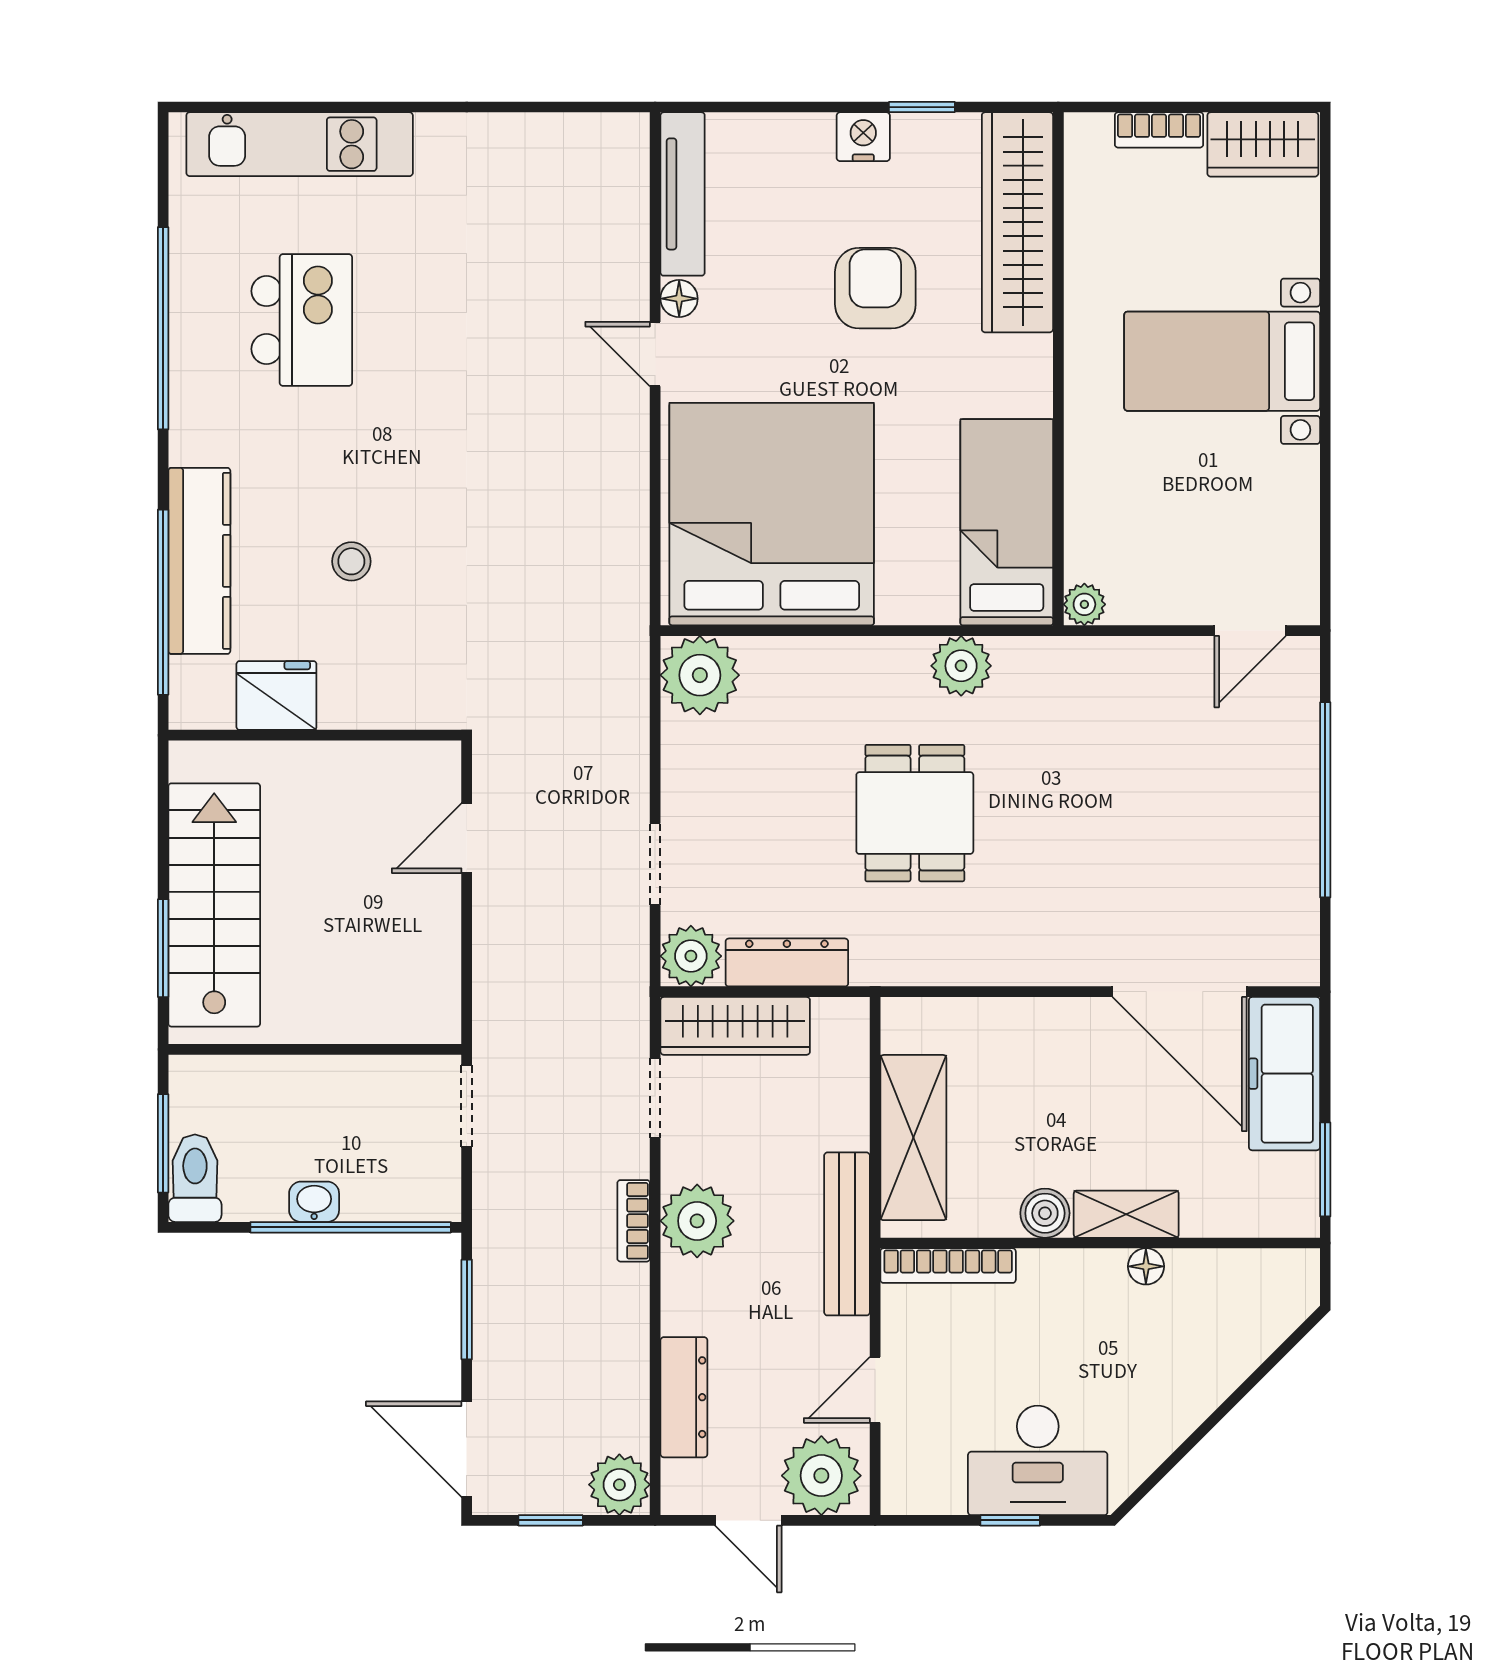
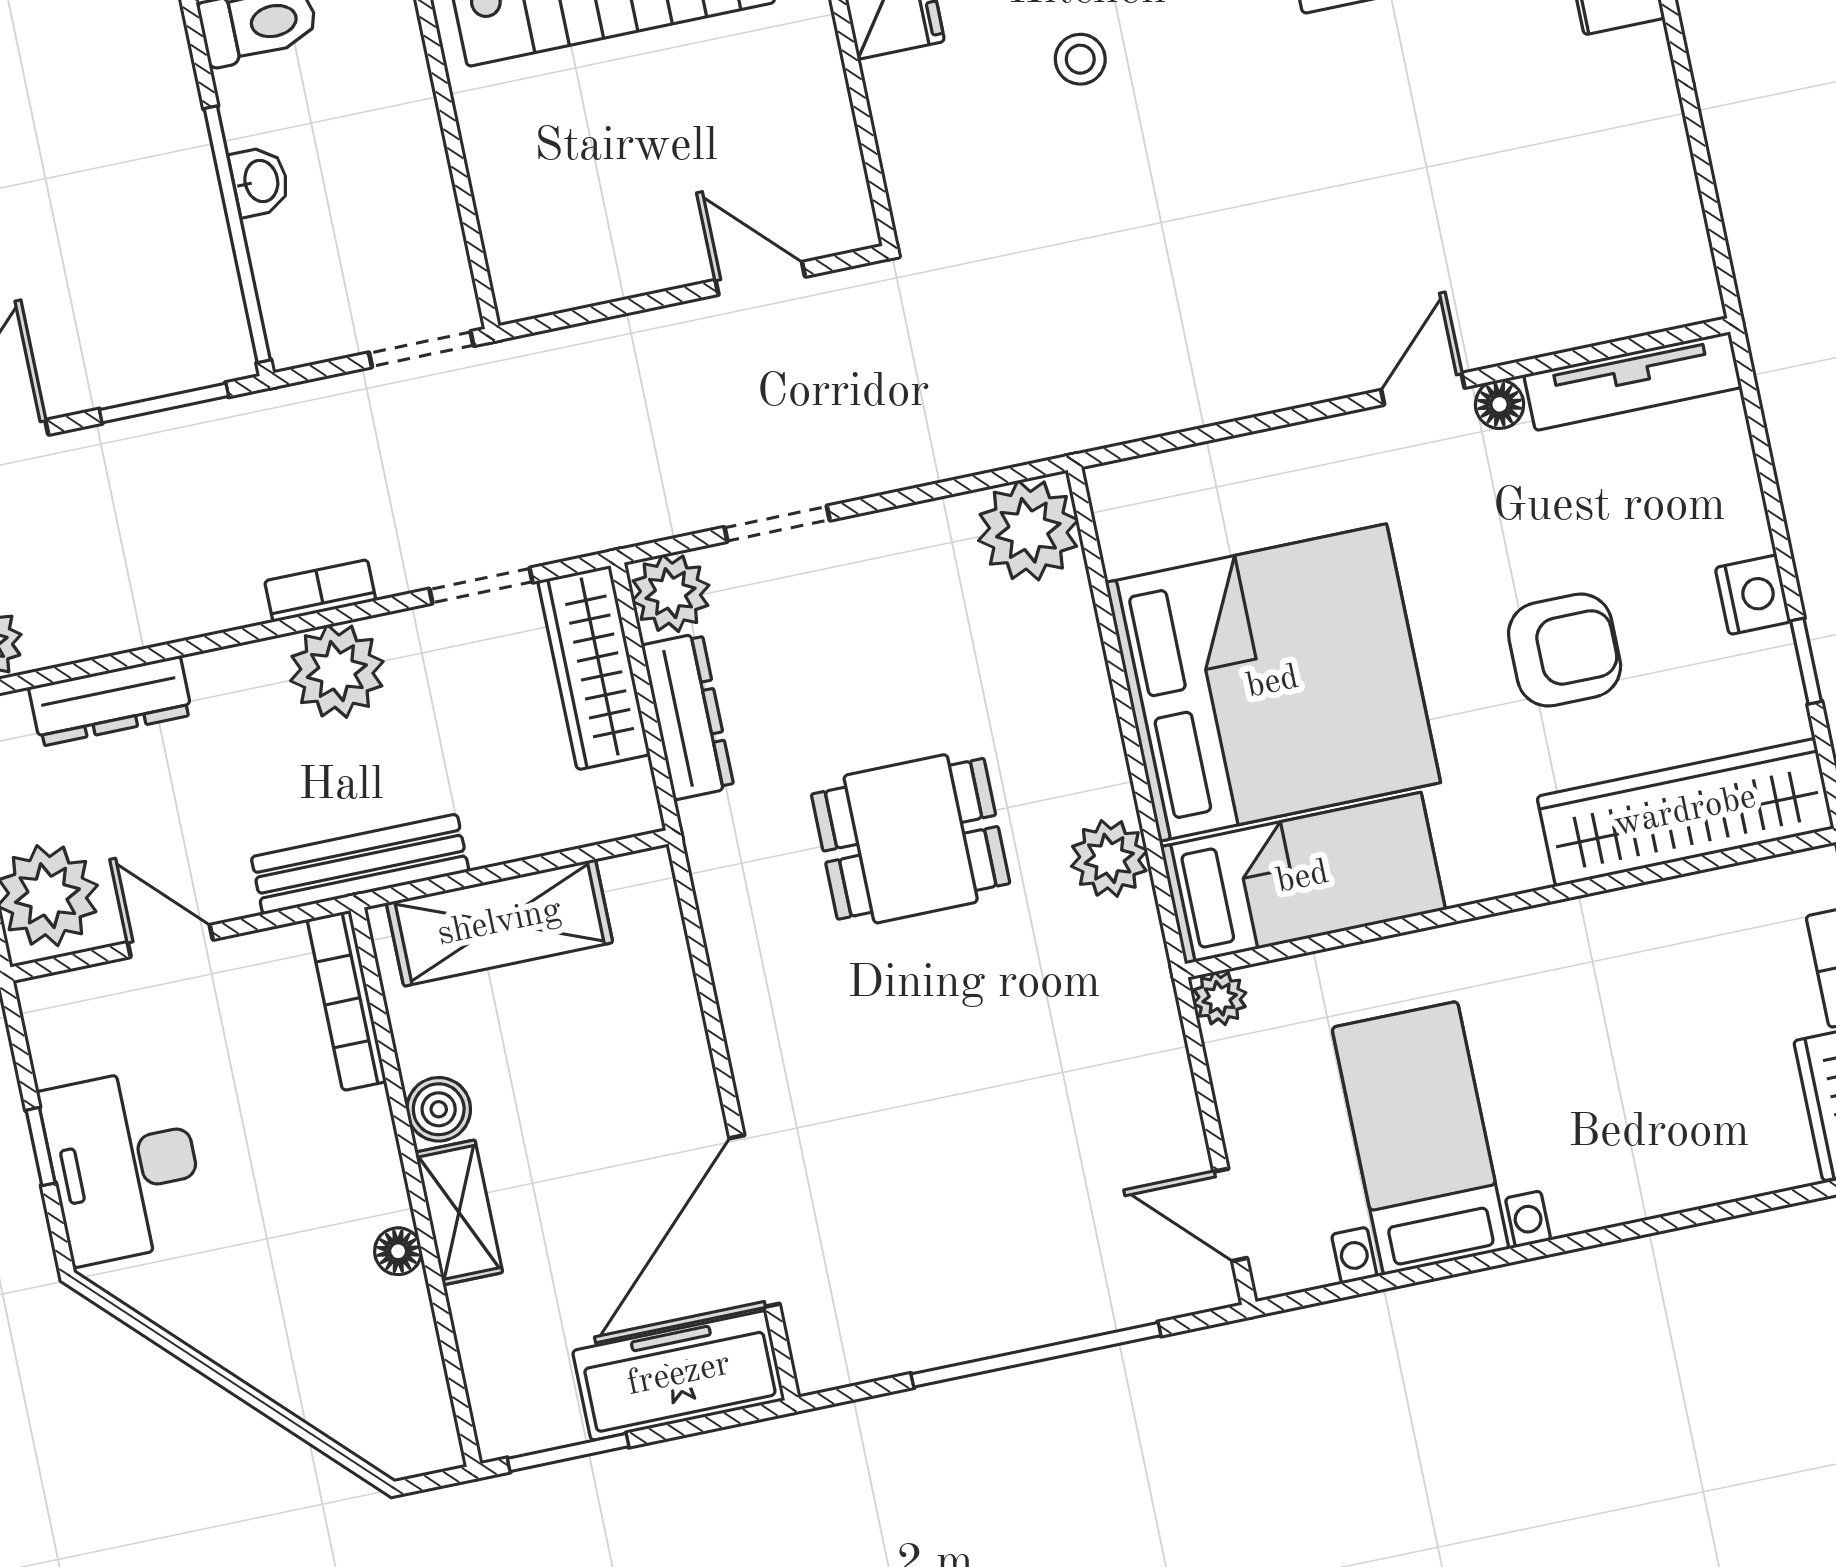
bed with nightstands: (1222, 361) -> (1420, 1138), moved
bed: (772, 514) -> (1273, 683), moved

